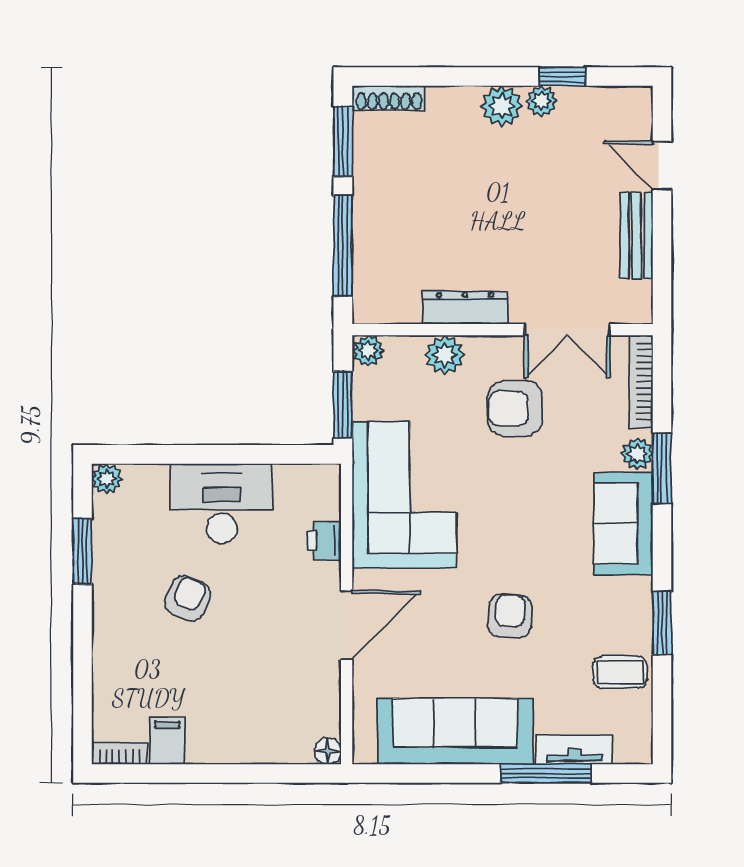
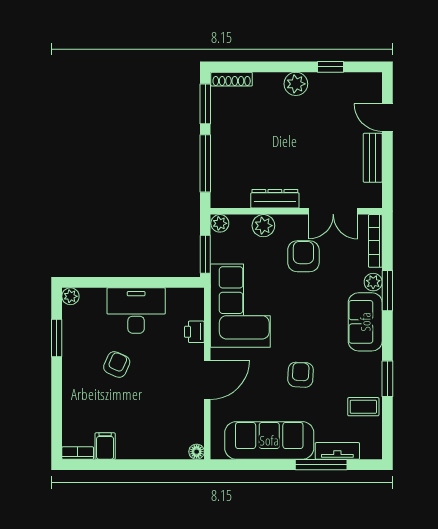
plant: (542, 101) -> (319, 81), removed
armchair: (515, 408) -> (303, 256), turned 90

